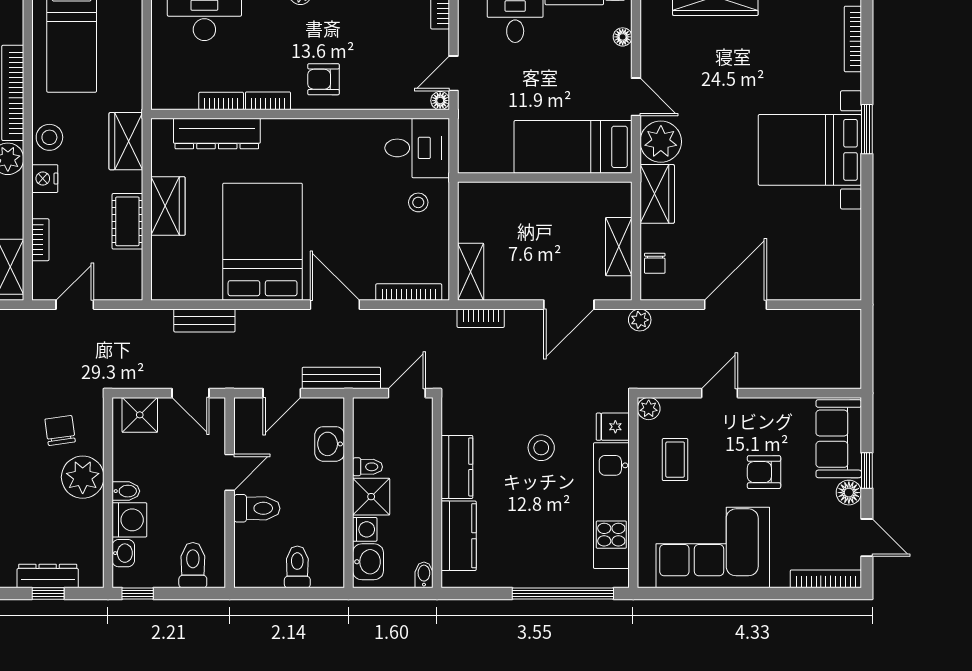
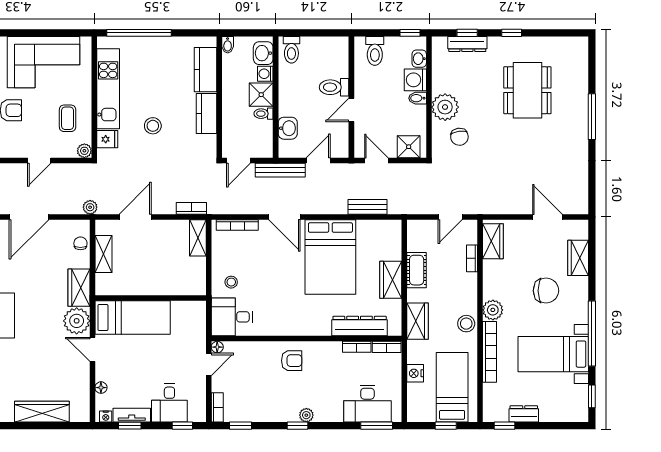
bookcase: (268, 101) -> (387, 347), moved
nightstand: (45, 179) -> (415, 373), moved, turned 180
toilet: (297, 567) -> (291, 50), moved

